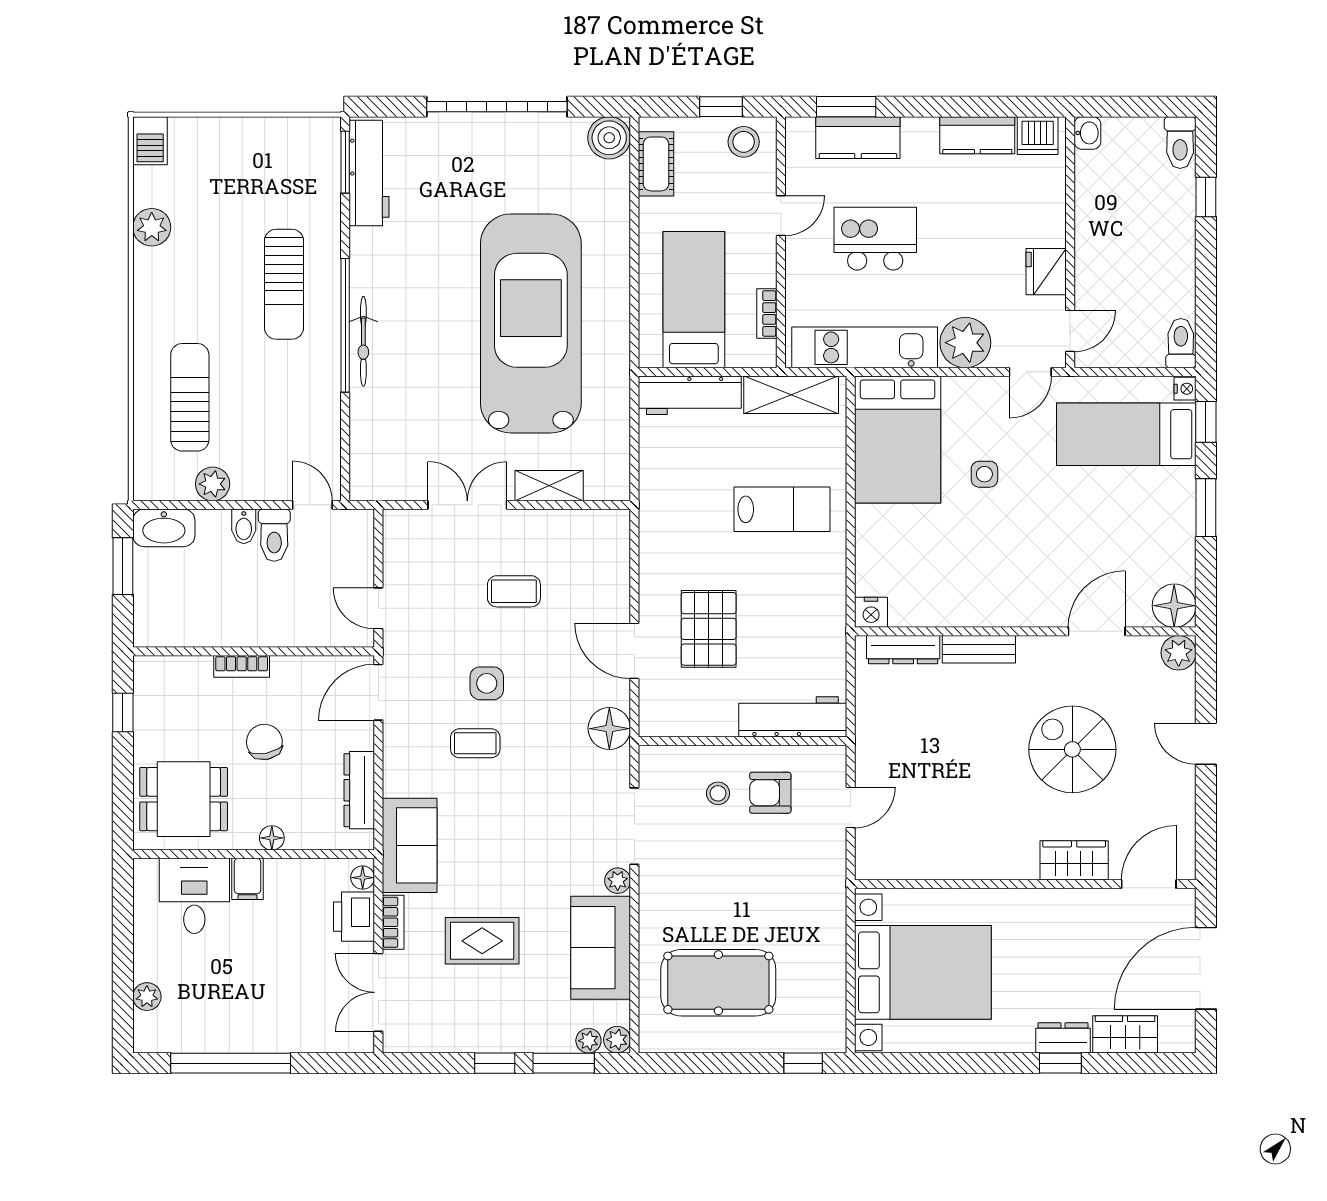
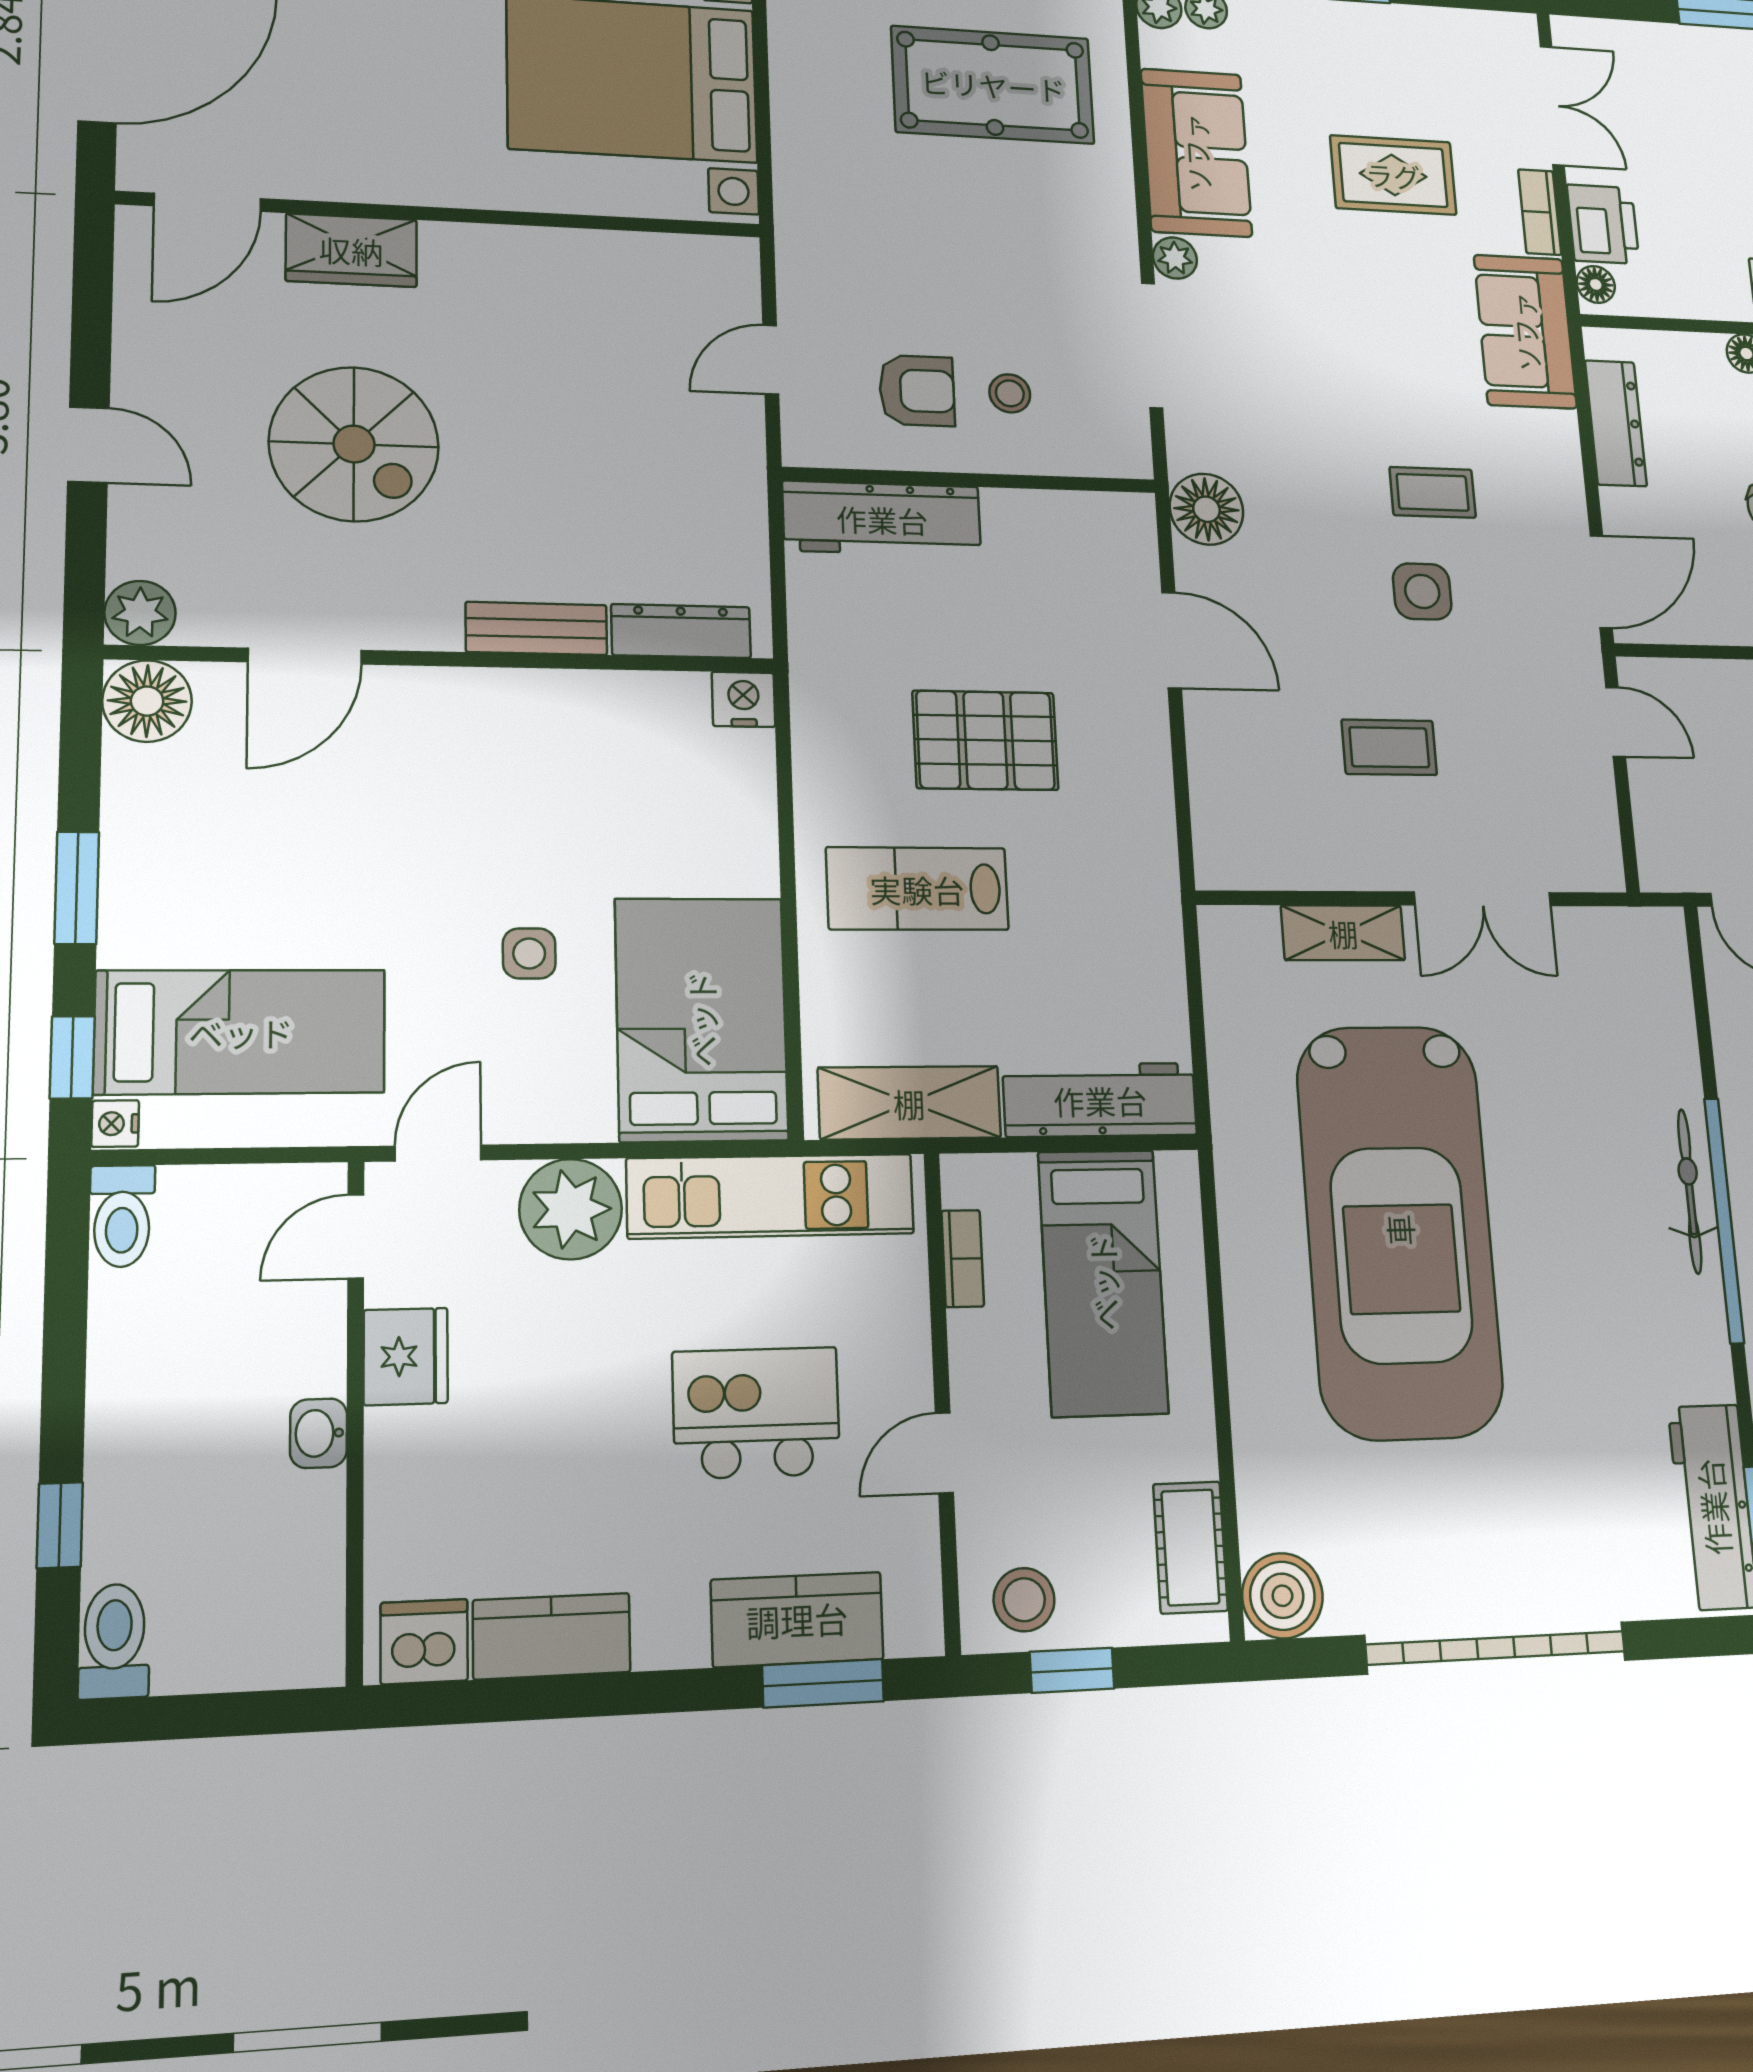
washbasin: (1087, 133) -> (318, 1433), moved
kitchen island: (875, 239) -> (756, 1413), turned 180
pallet: (709, 629) -> (985, 740), moved, turned 90

